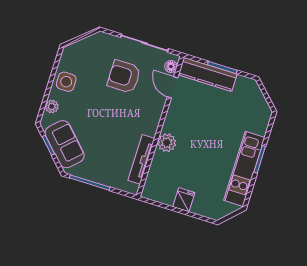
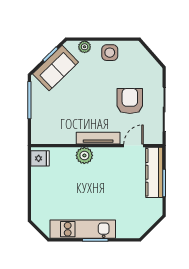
floor lamp: (171, 66) -> (151, 139), removed
tv unit: (141, 159) -> (98, 138), moved
fridge: (184, 200) -> (40, 158), moved

